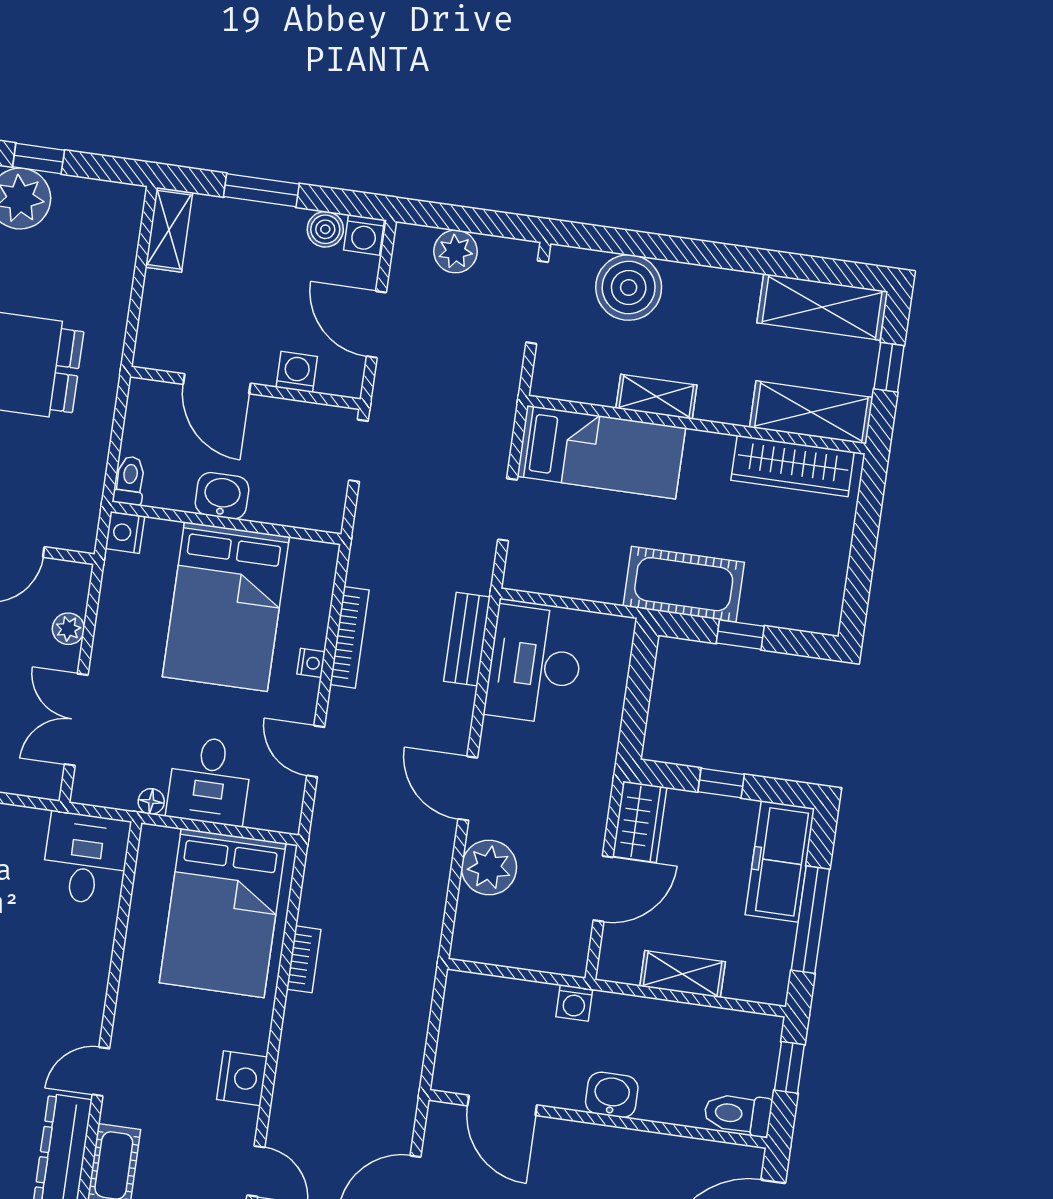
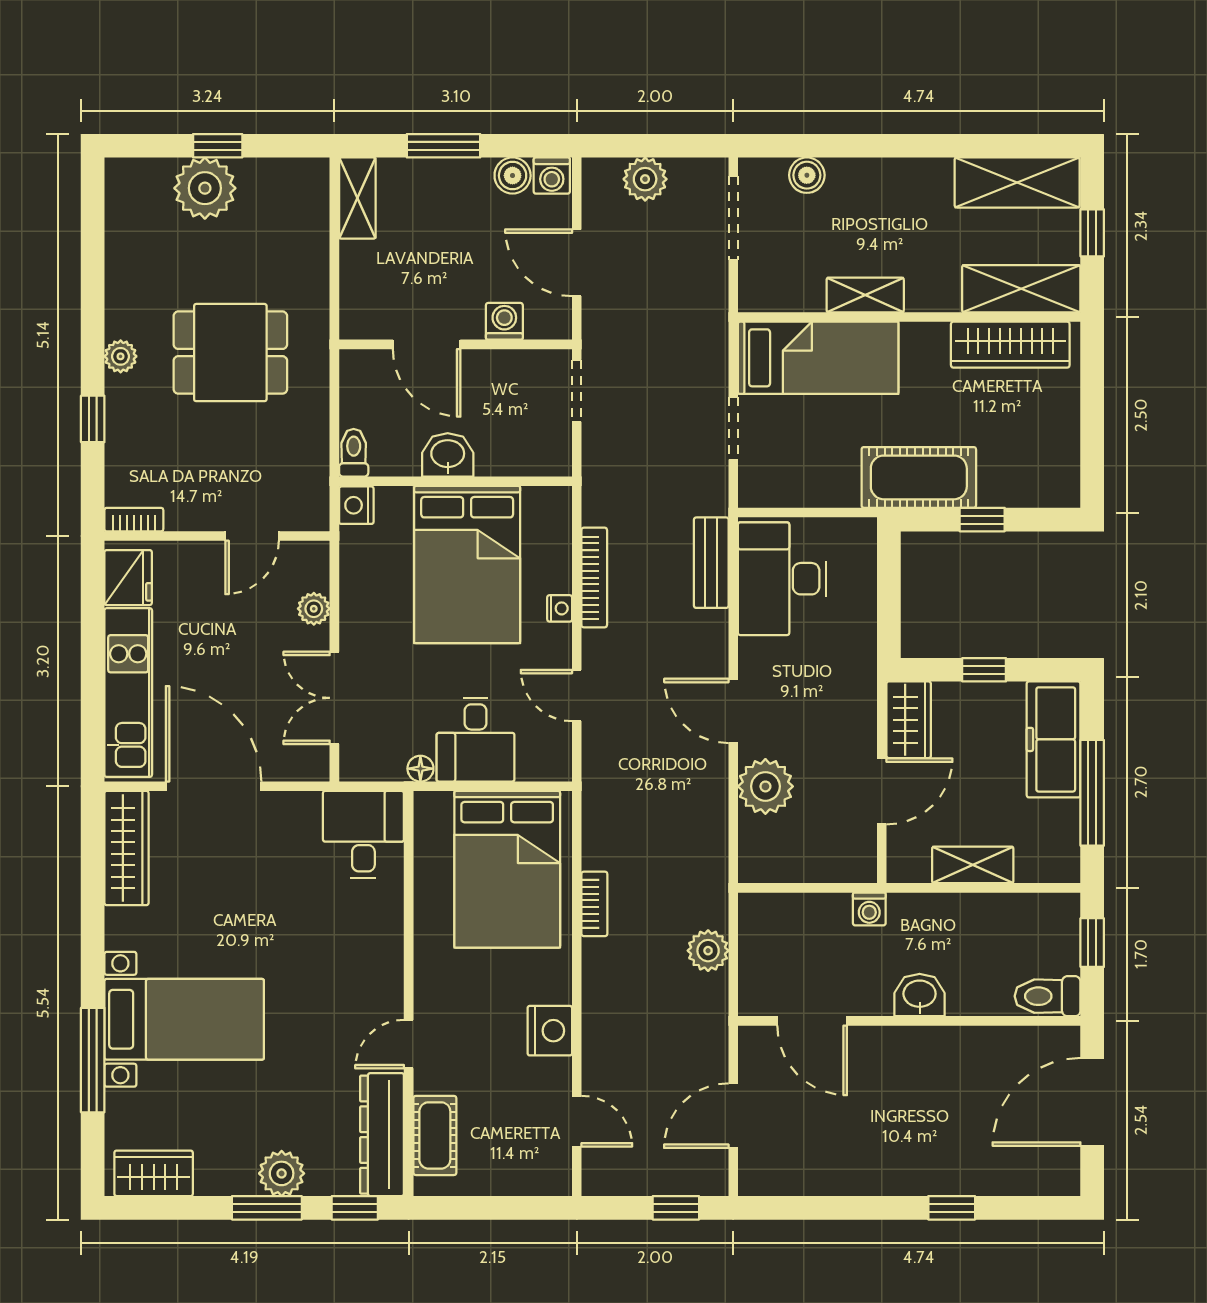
boiler: (629, 288) -> (807, 175), width x0.54, depth x0.54
plant: (409, 1021) -> (708, 951), added

